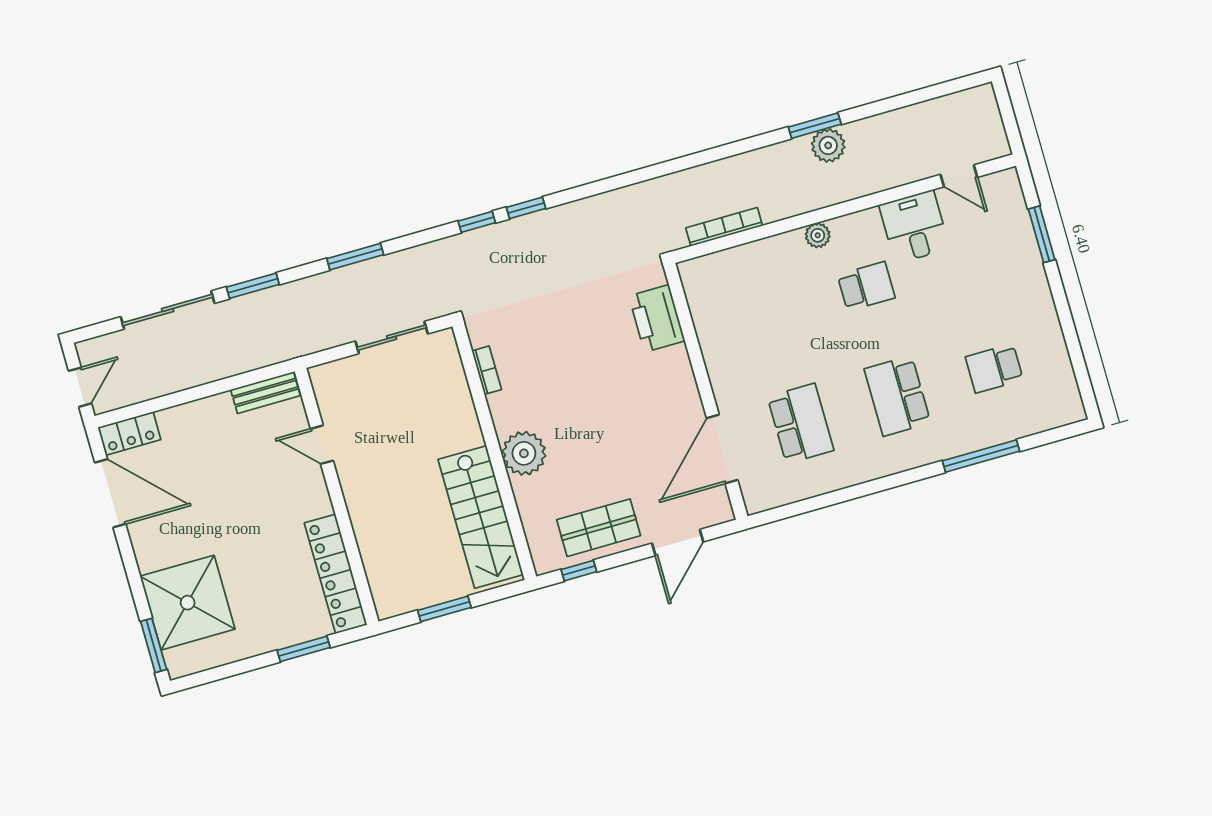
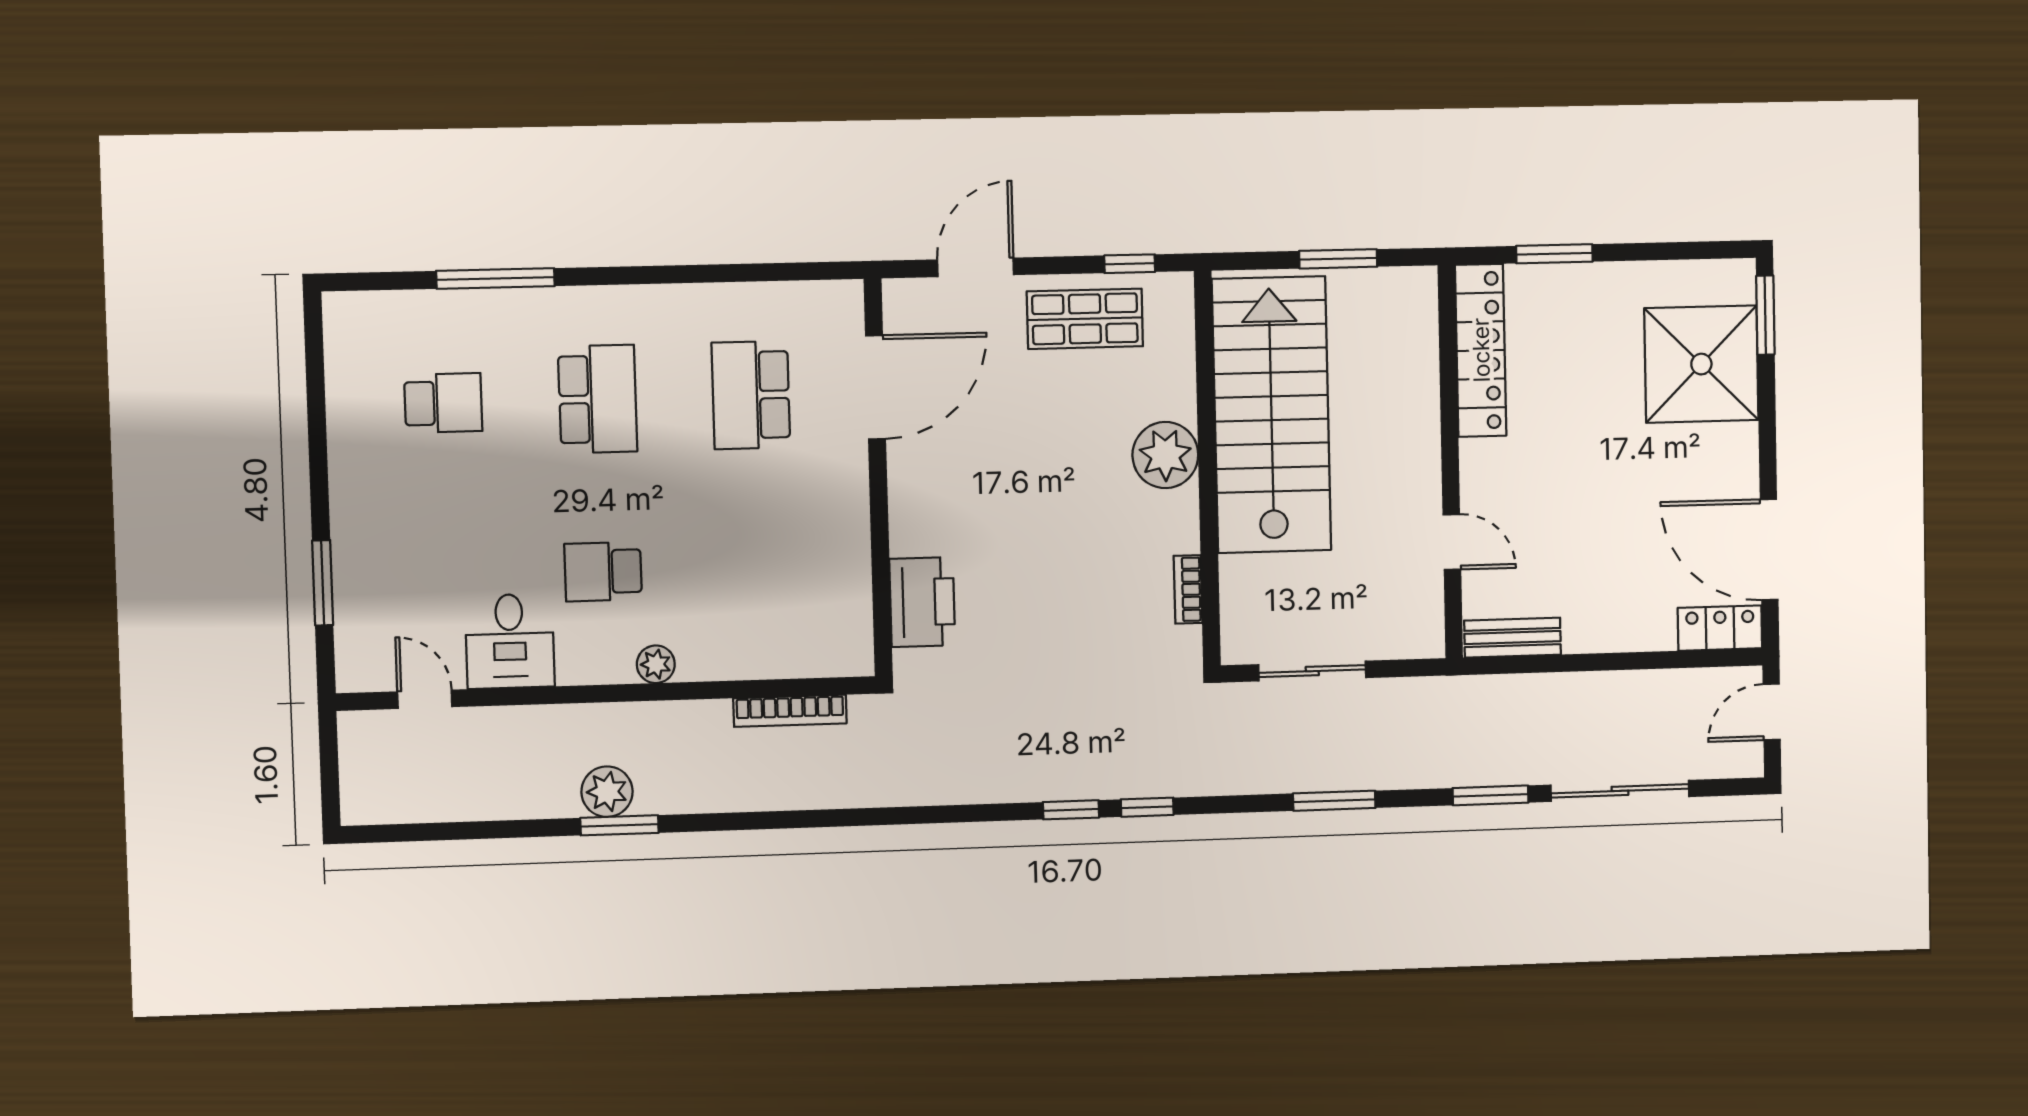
stairs: (481, 517) -> (1271, 415), width x1.36, depth x1.51

